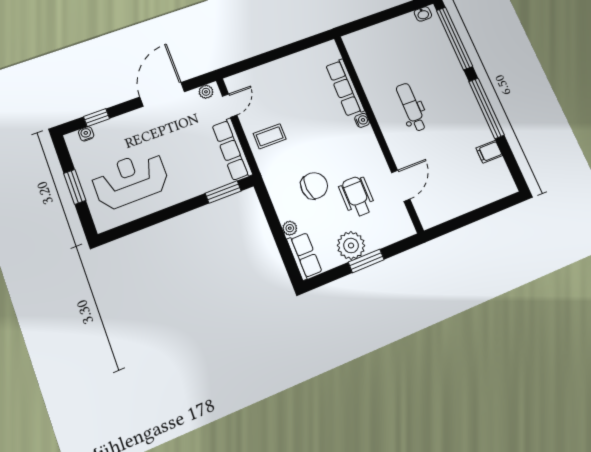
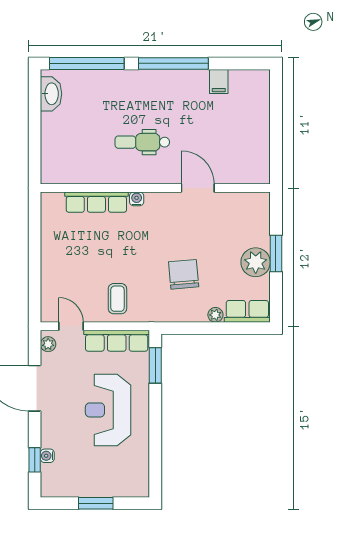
washbasin: (423, 14) -> (51, 94), width x1.91, depth x1.45
water cooler: (86, 134) -> (47, 456), moved
reception desk: (130, 180) -> (108, 410), moved
door: (401, 186) -> (198, 188), moved
wheelchair: (357, 196) -> (211, 236), removed

